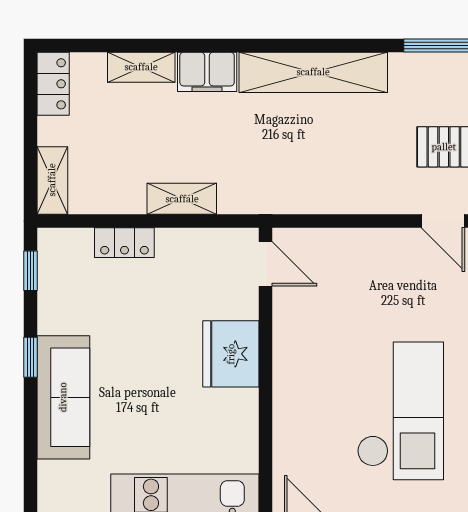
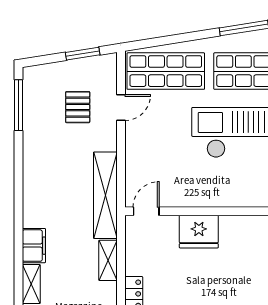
shelving: (313, 72) -> (105, 195), moved

